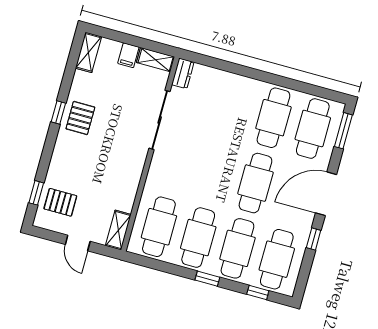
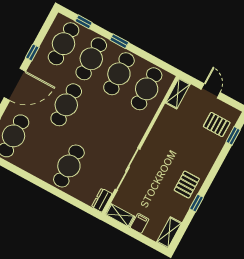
window: (58, 113) -> (197, 203), moved
cafe table: (273, 118) -> (69, 166), moved

